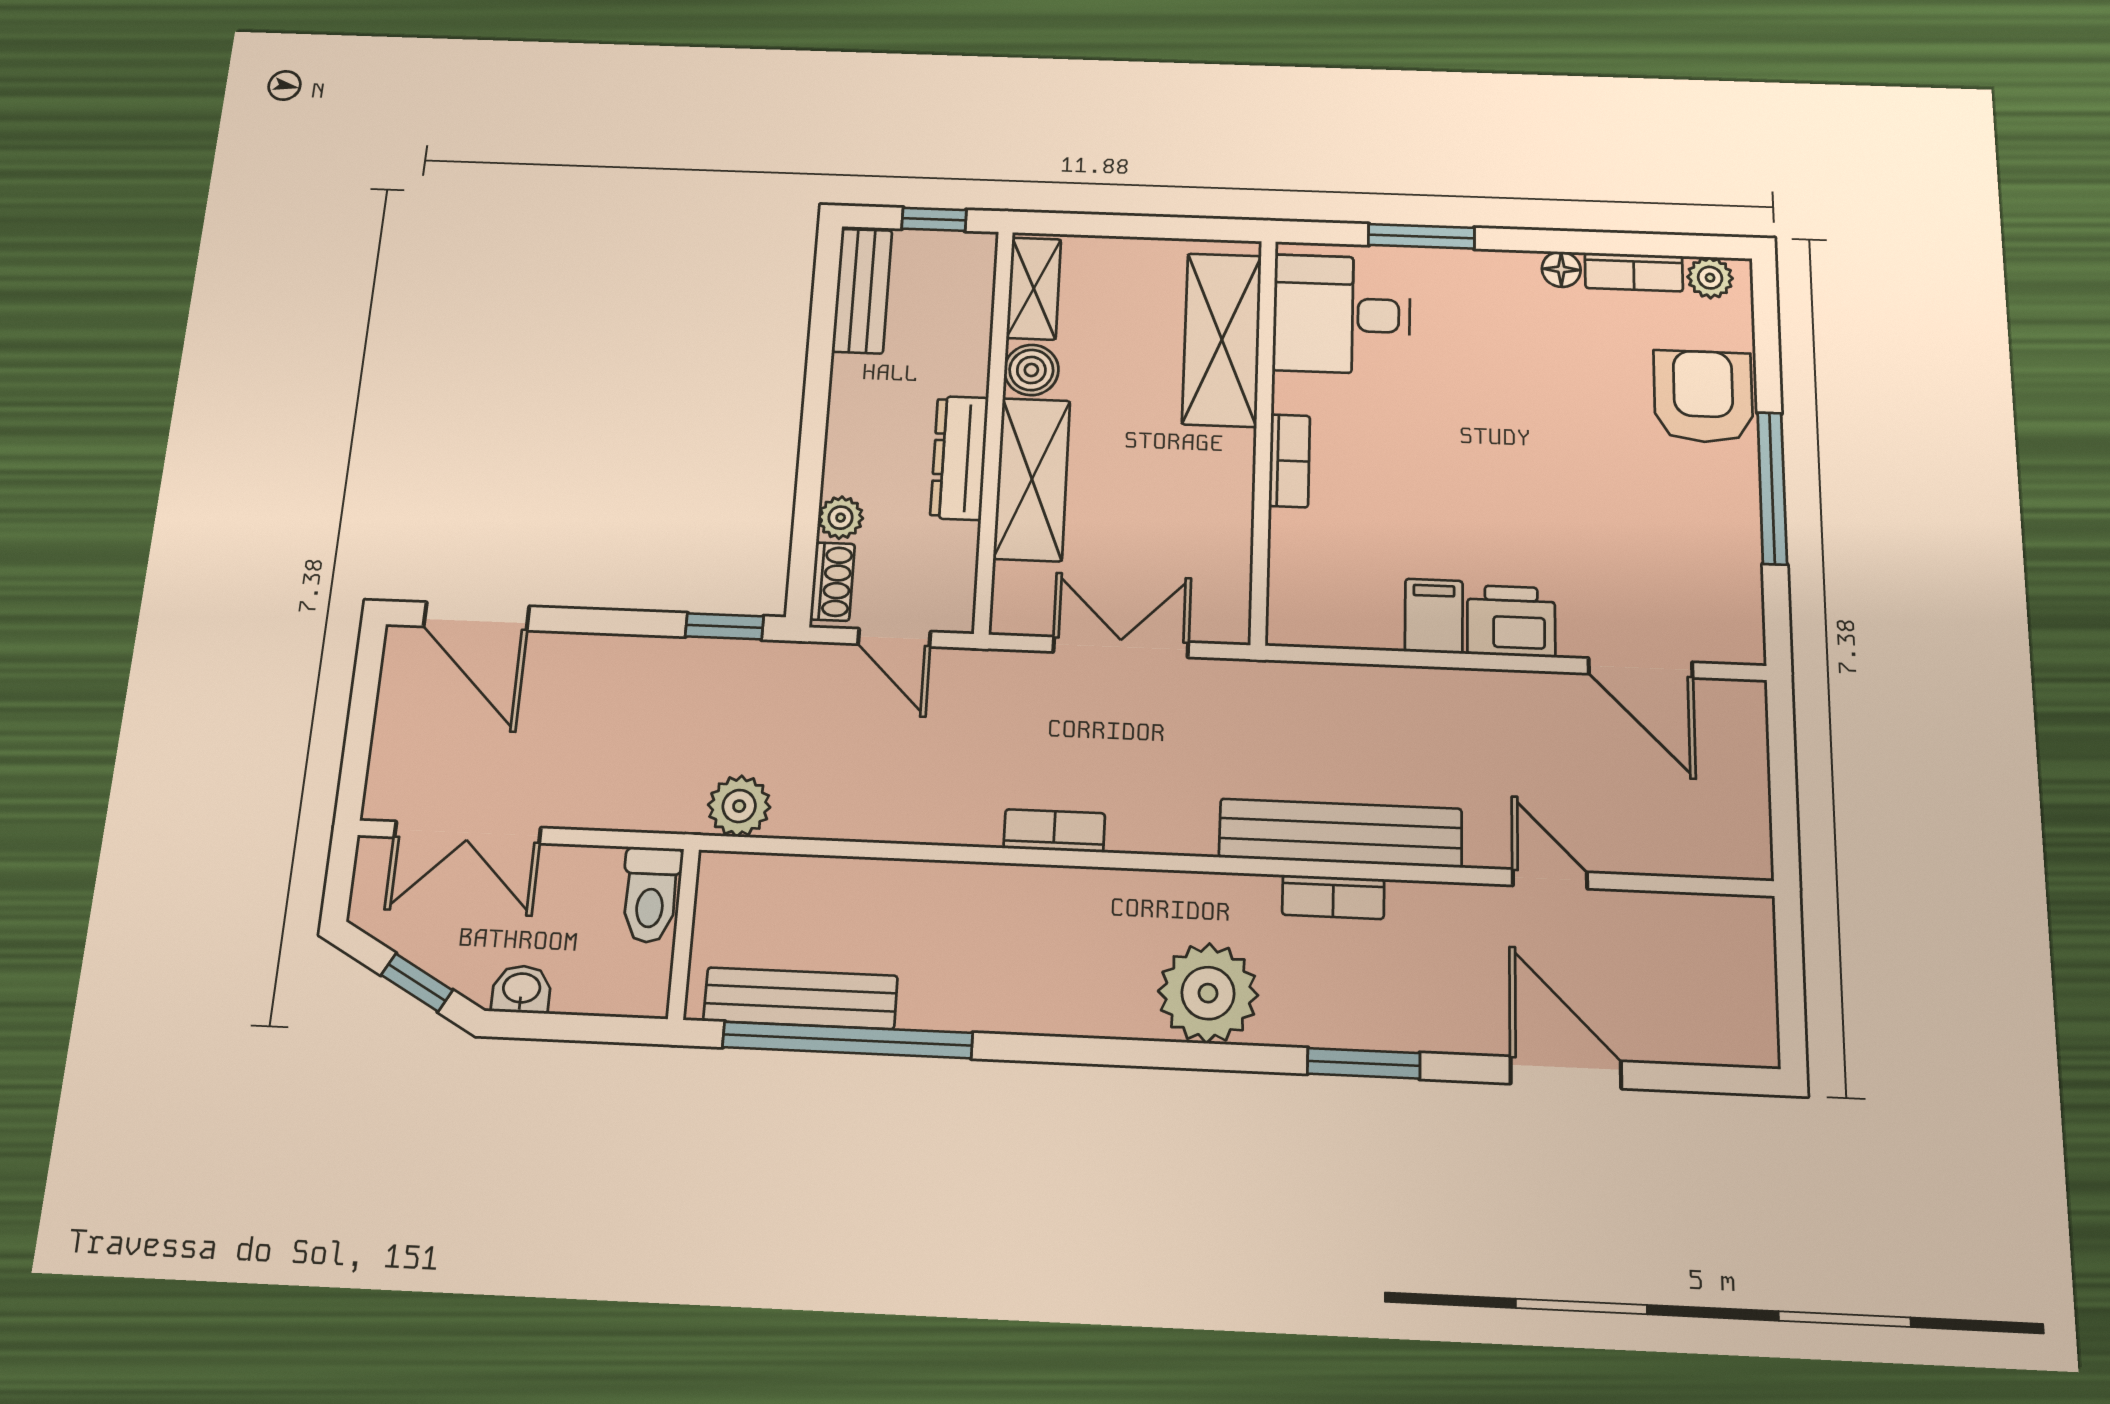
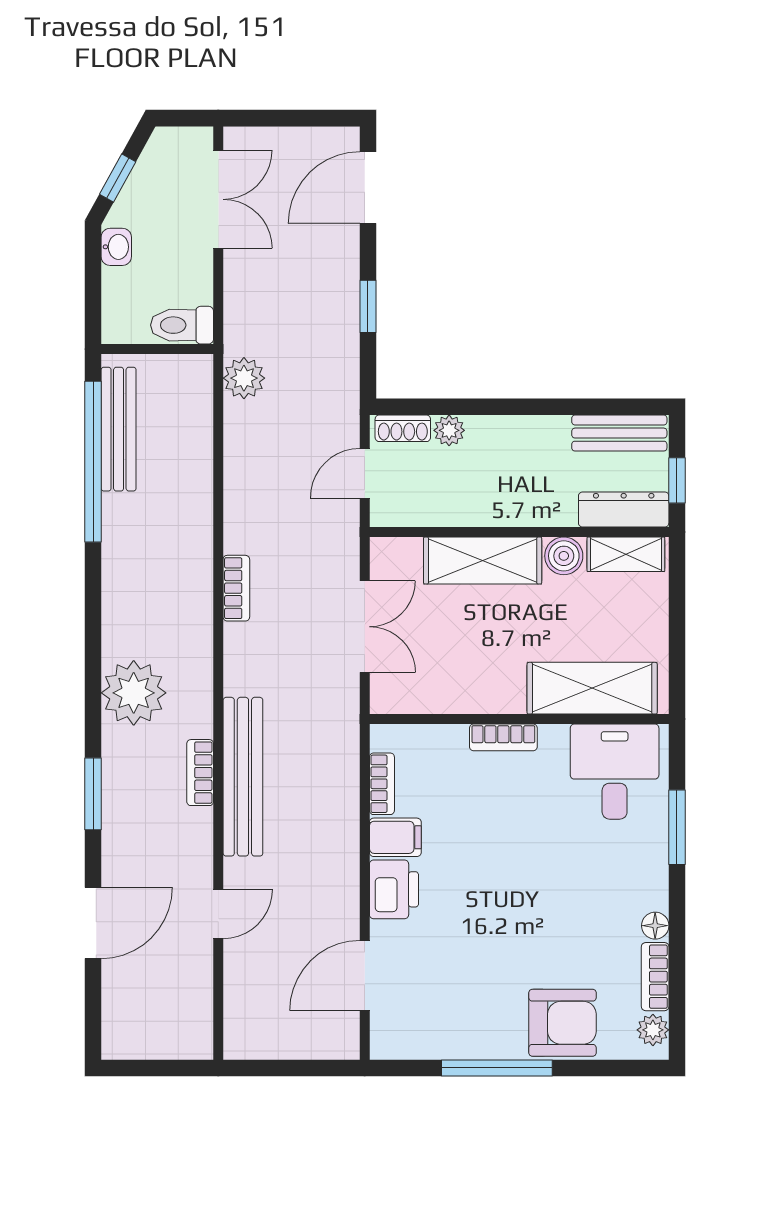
dresser: (959, 458) -> (624, 509), moved
window: (724, 626) -> (368, 306), moved
bookcase: (1354, 632) -> (382, 784), added
double door: (468, 833) -> (218, 199), swing flipped

